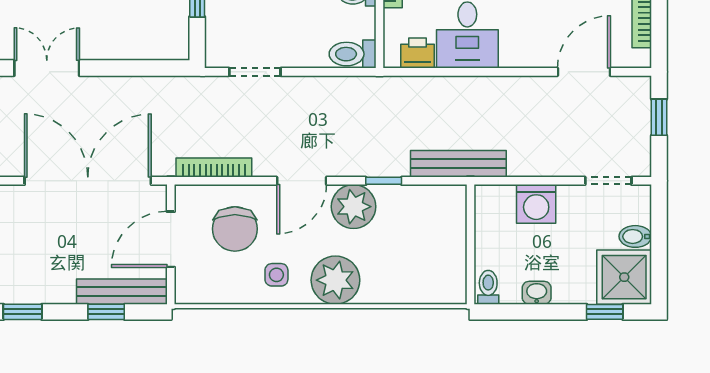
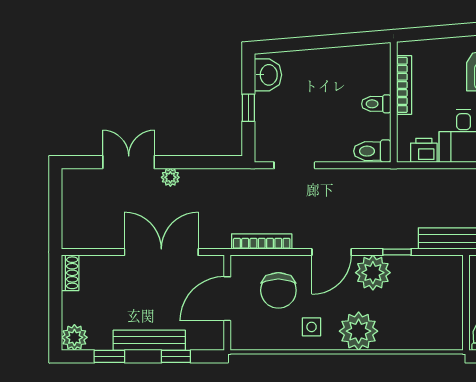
plant: (99, 87) -> (170, 177), added
double door: (88, 181) -> (161, 252), width x0.73
bench: (122, 292) -> (149, 340), moved

